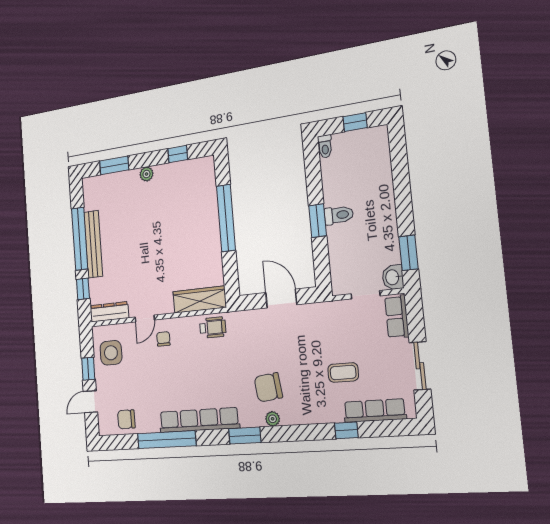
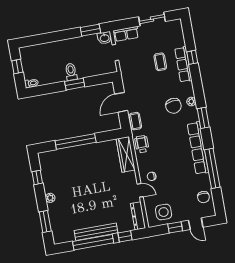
coffee table: (249, 320) -> (135, 121), added
row of seats: (375, 411) -> (183, 64), moved

